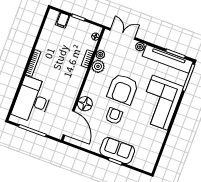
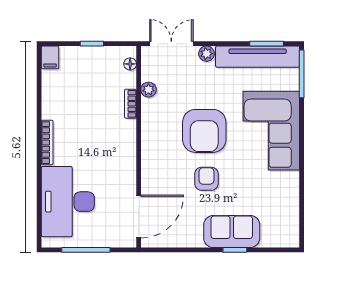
filing cabinet: (63, 20) -> (50, 57), moved
plant: (98, 66) -> (152, 110), removed
floor lamp: (85, 104) -> (153, 176), removed
door: (69, 123) -> (139, 217), hinge flipped

